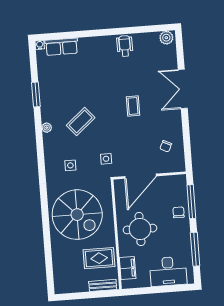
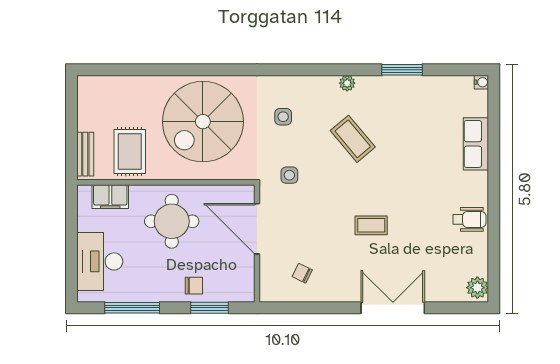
row of seats: (62, 47) -> (476, 144), moved
window: (191, 202) -> (210, 308), width x0.69

